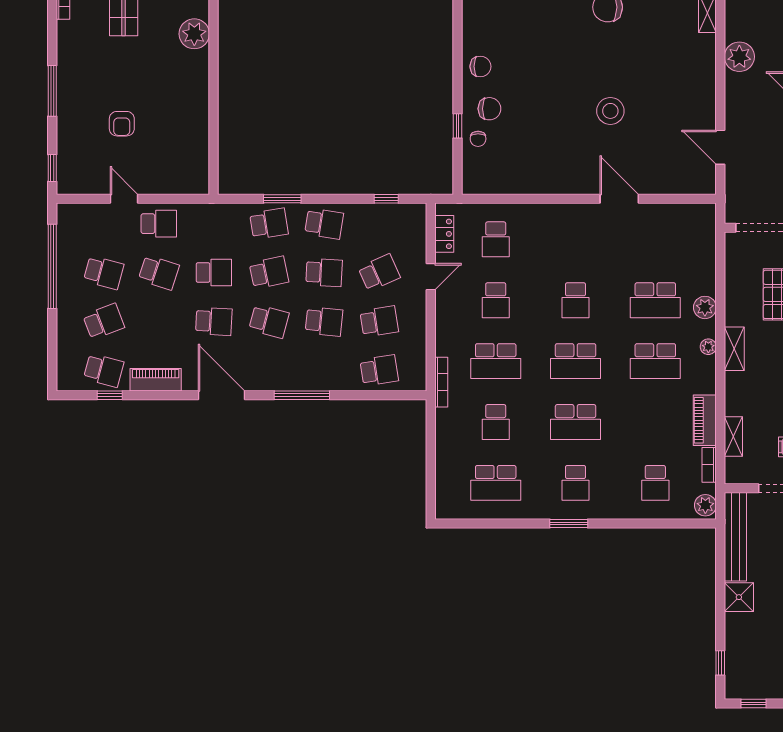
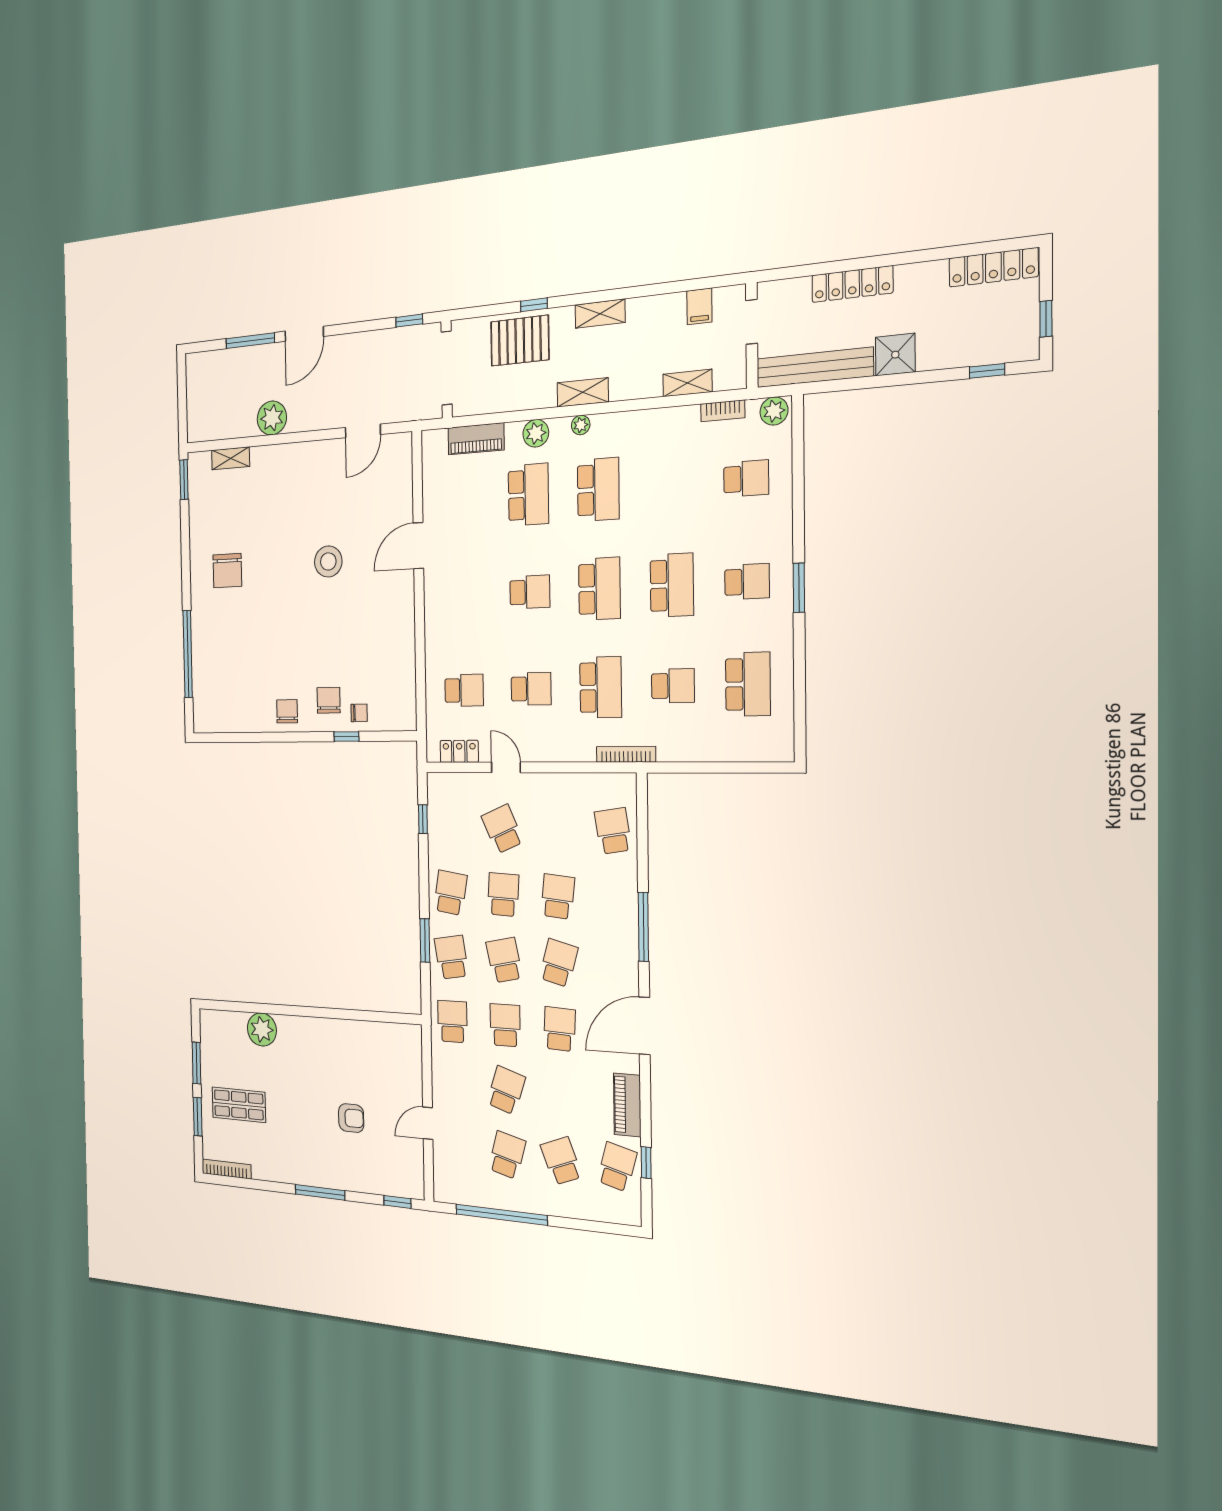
school desk: (159, 224) -> (452, 1021), moved
school desk: (379, 321) -> (557, 830), removed
piano: (705, 420) -> (476, 439), moved

